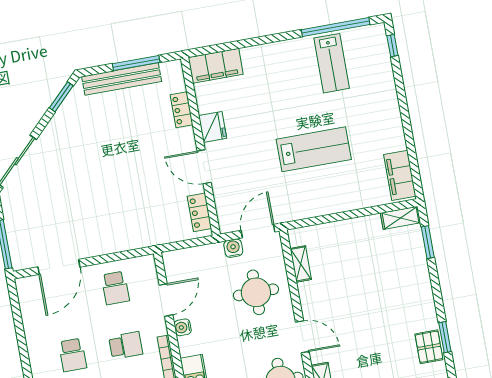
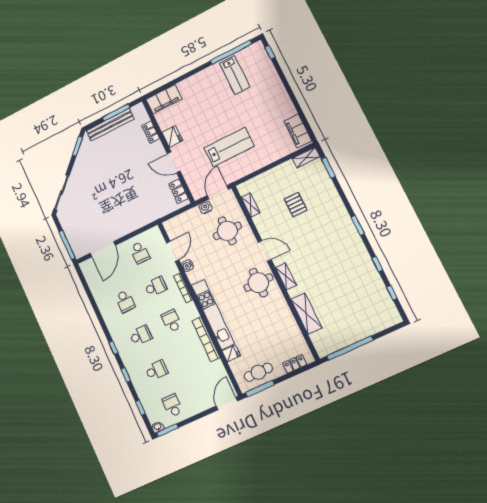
lab bench: (314, 149) -> (229, 147), moved
pallet: (429, 347) -> (296, 205), moved

